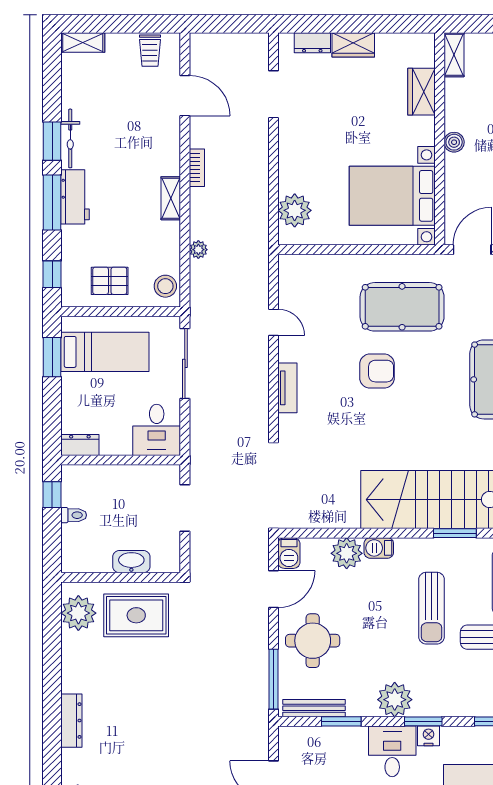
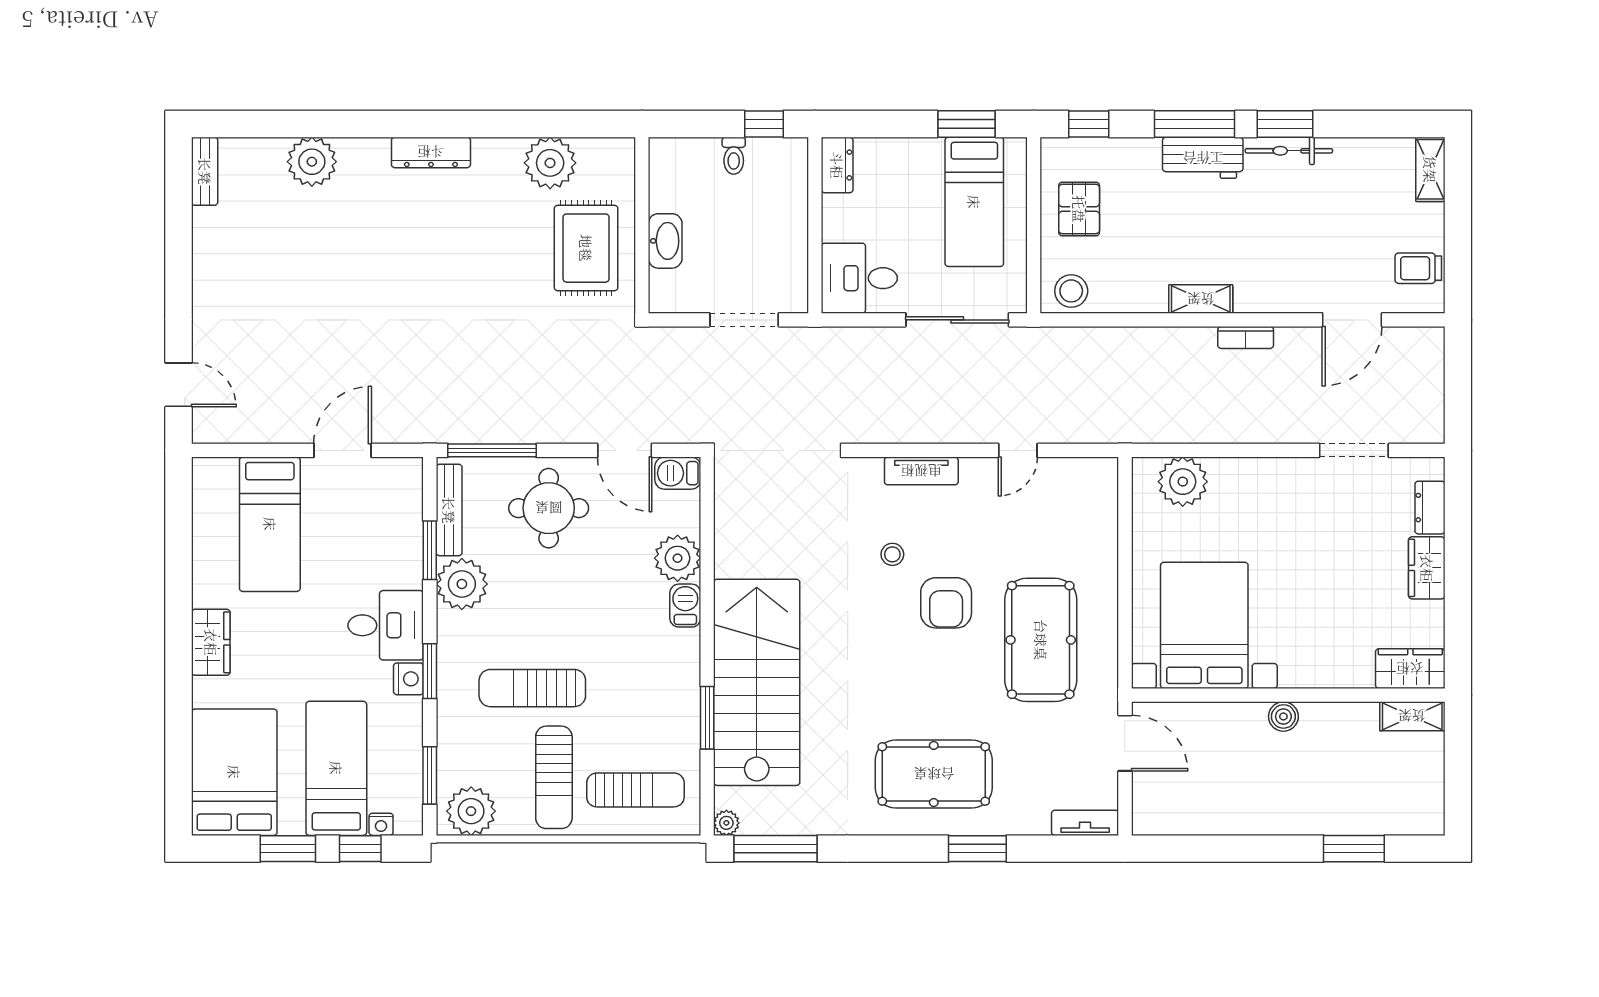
wardrobe: (422, 92) -> (1410, 669), moved
plant: (198, 250) -> (1125, 340), removed
stool: (344, 407) -> (892, 554), added
sun lounger: (432, 608) -> (532, 688), moved
plant: (78, 613) -> (550, 163), moved
plant: (395, 700) -> (462, 584), moved

